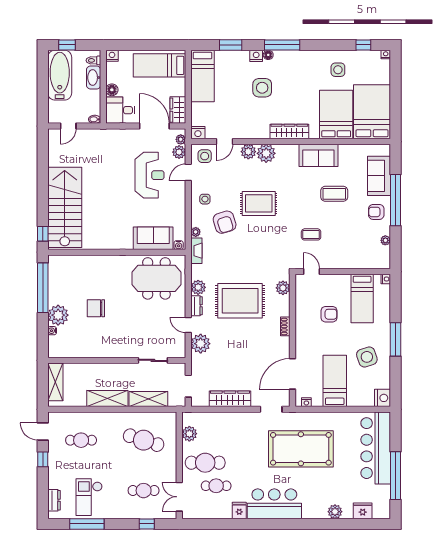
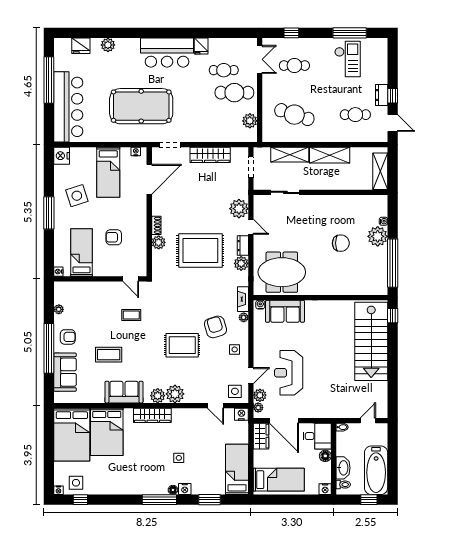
side table: (338, 70) -> (76, 483), moved
side table: (262, 88) -> (179, 458), width x0.54, depth x0.54
door: (224, 142) -> (216, 406), swing flipped
plant: (248, 152) -> (158, 396), moved
plant: (283, 288) -> (159, 242), moved
dresser: (54, 500) -> (382, 95), moved

